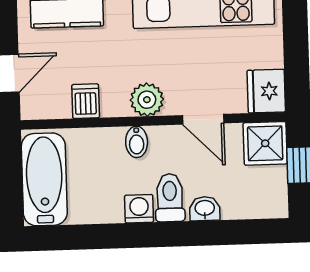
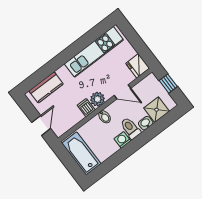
dishwasher: (86, 101) -> (86, 108), moved
shower: (265, 143) -> (157, 110), moved

